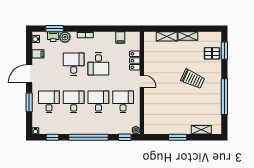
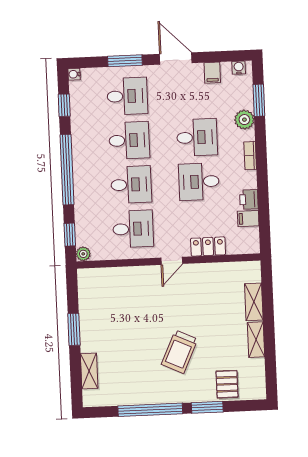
printer: (53, 37) -> (249, 199), moved
window: (224, 51) -> (207, 407), moved

